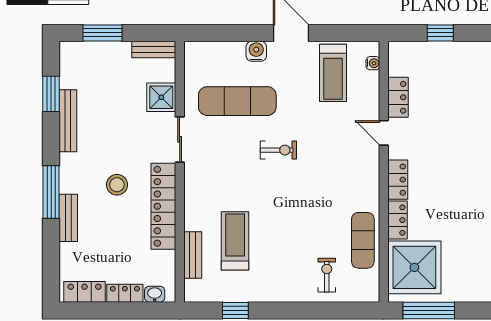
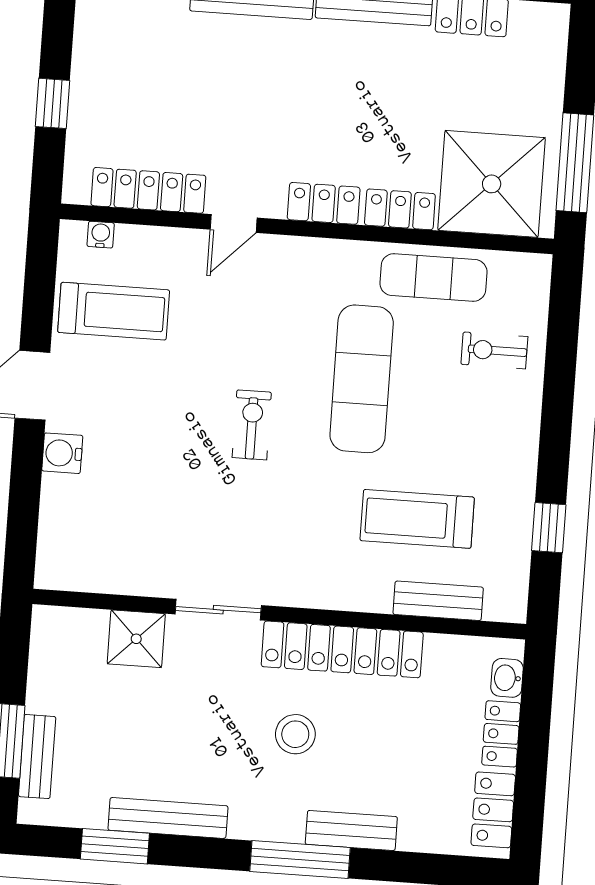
bench: (154, 49) -> (37, 757), moved
locker: (398, 97) -> (148, 190), width x1.53
exercise mat: (237, 101) -> (362, 379), moved

